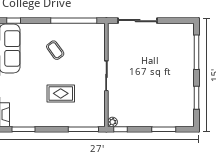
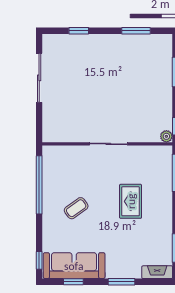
sliding door: (138, 21) -> (39, 78), moved
window: (196, 52) -> (79, 31), width x0.46

